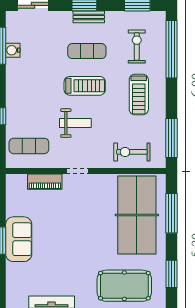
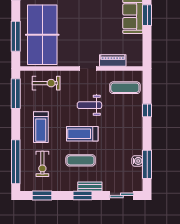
bench: (89, 17) -> (90, 186), moved
treadmill: (139, 94) -> (41, 127), turned 180

